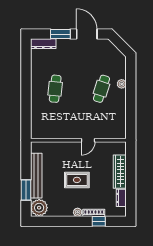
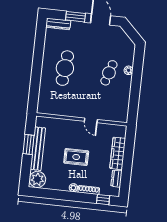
cafe table: (55, 89) -> (65, 68), width x1.37, depth x1.35
door: (88, 140) -> (91, 120), hinge flipped
window: (26, 190) -> (29, 145), moved
window: (99, 221) -> (103, 200), moved

